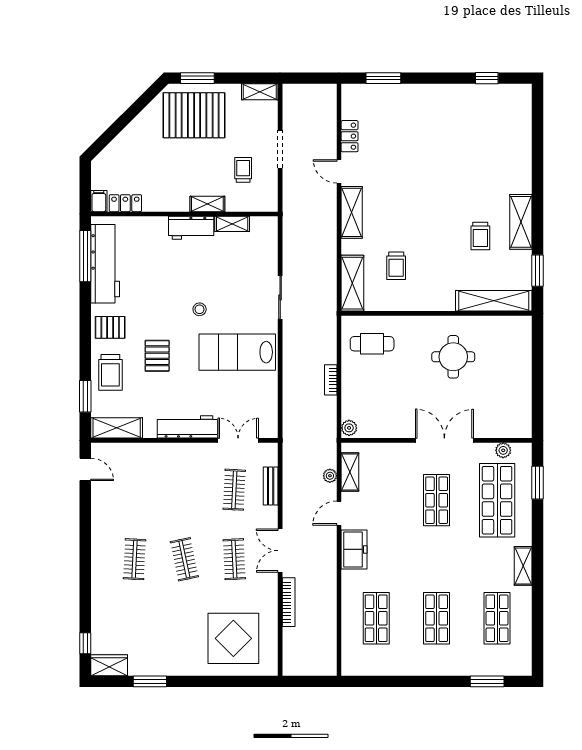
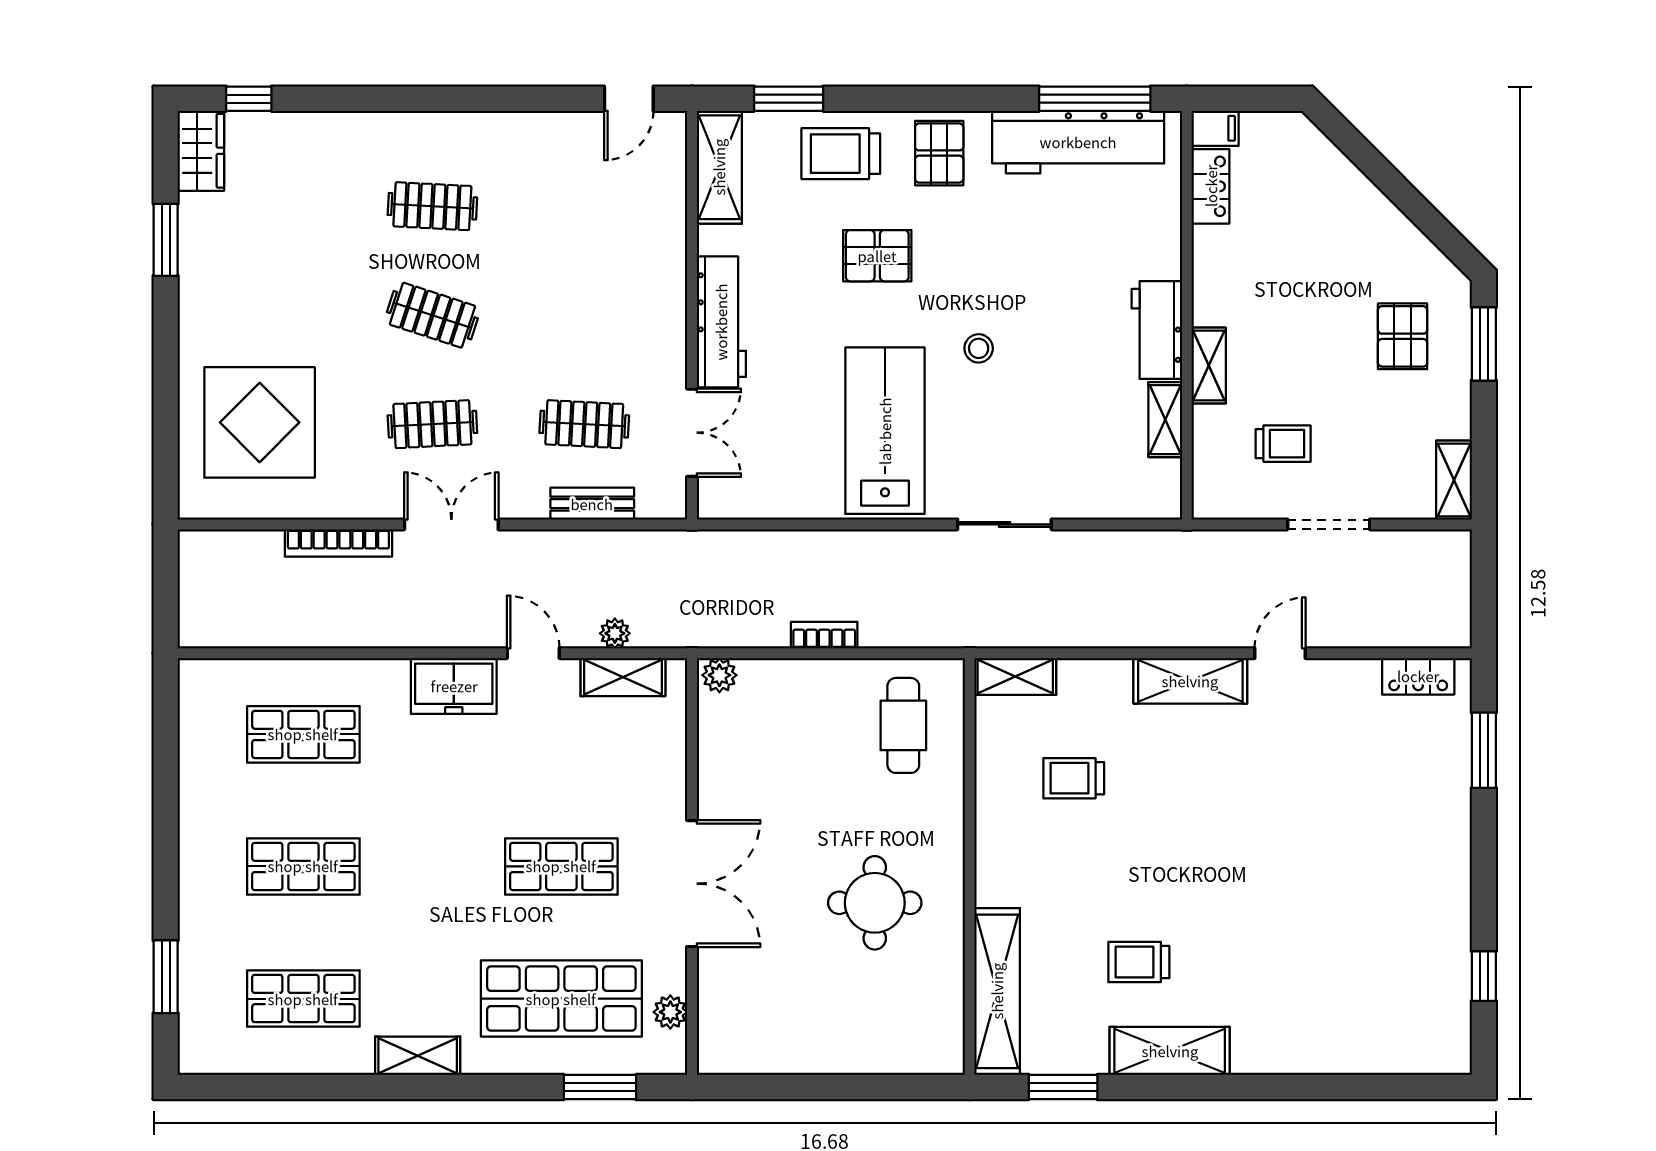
pallet: (194, 115) -> (1403, 336), width x0.49, depth x0.50
locker: (350, 136) -> (1418, 676), moved
shelving: (352, 283) -> (1015, 676), width x0.67, depth x0.75
clothes rail: (184, 559) -> (432, 315), turned 30

